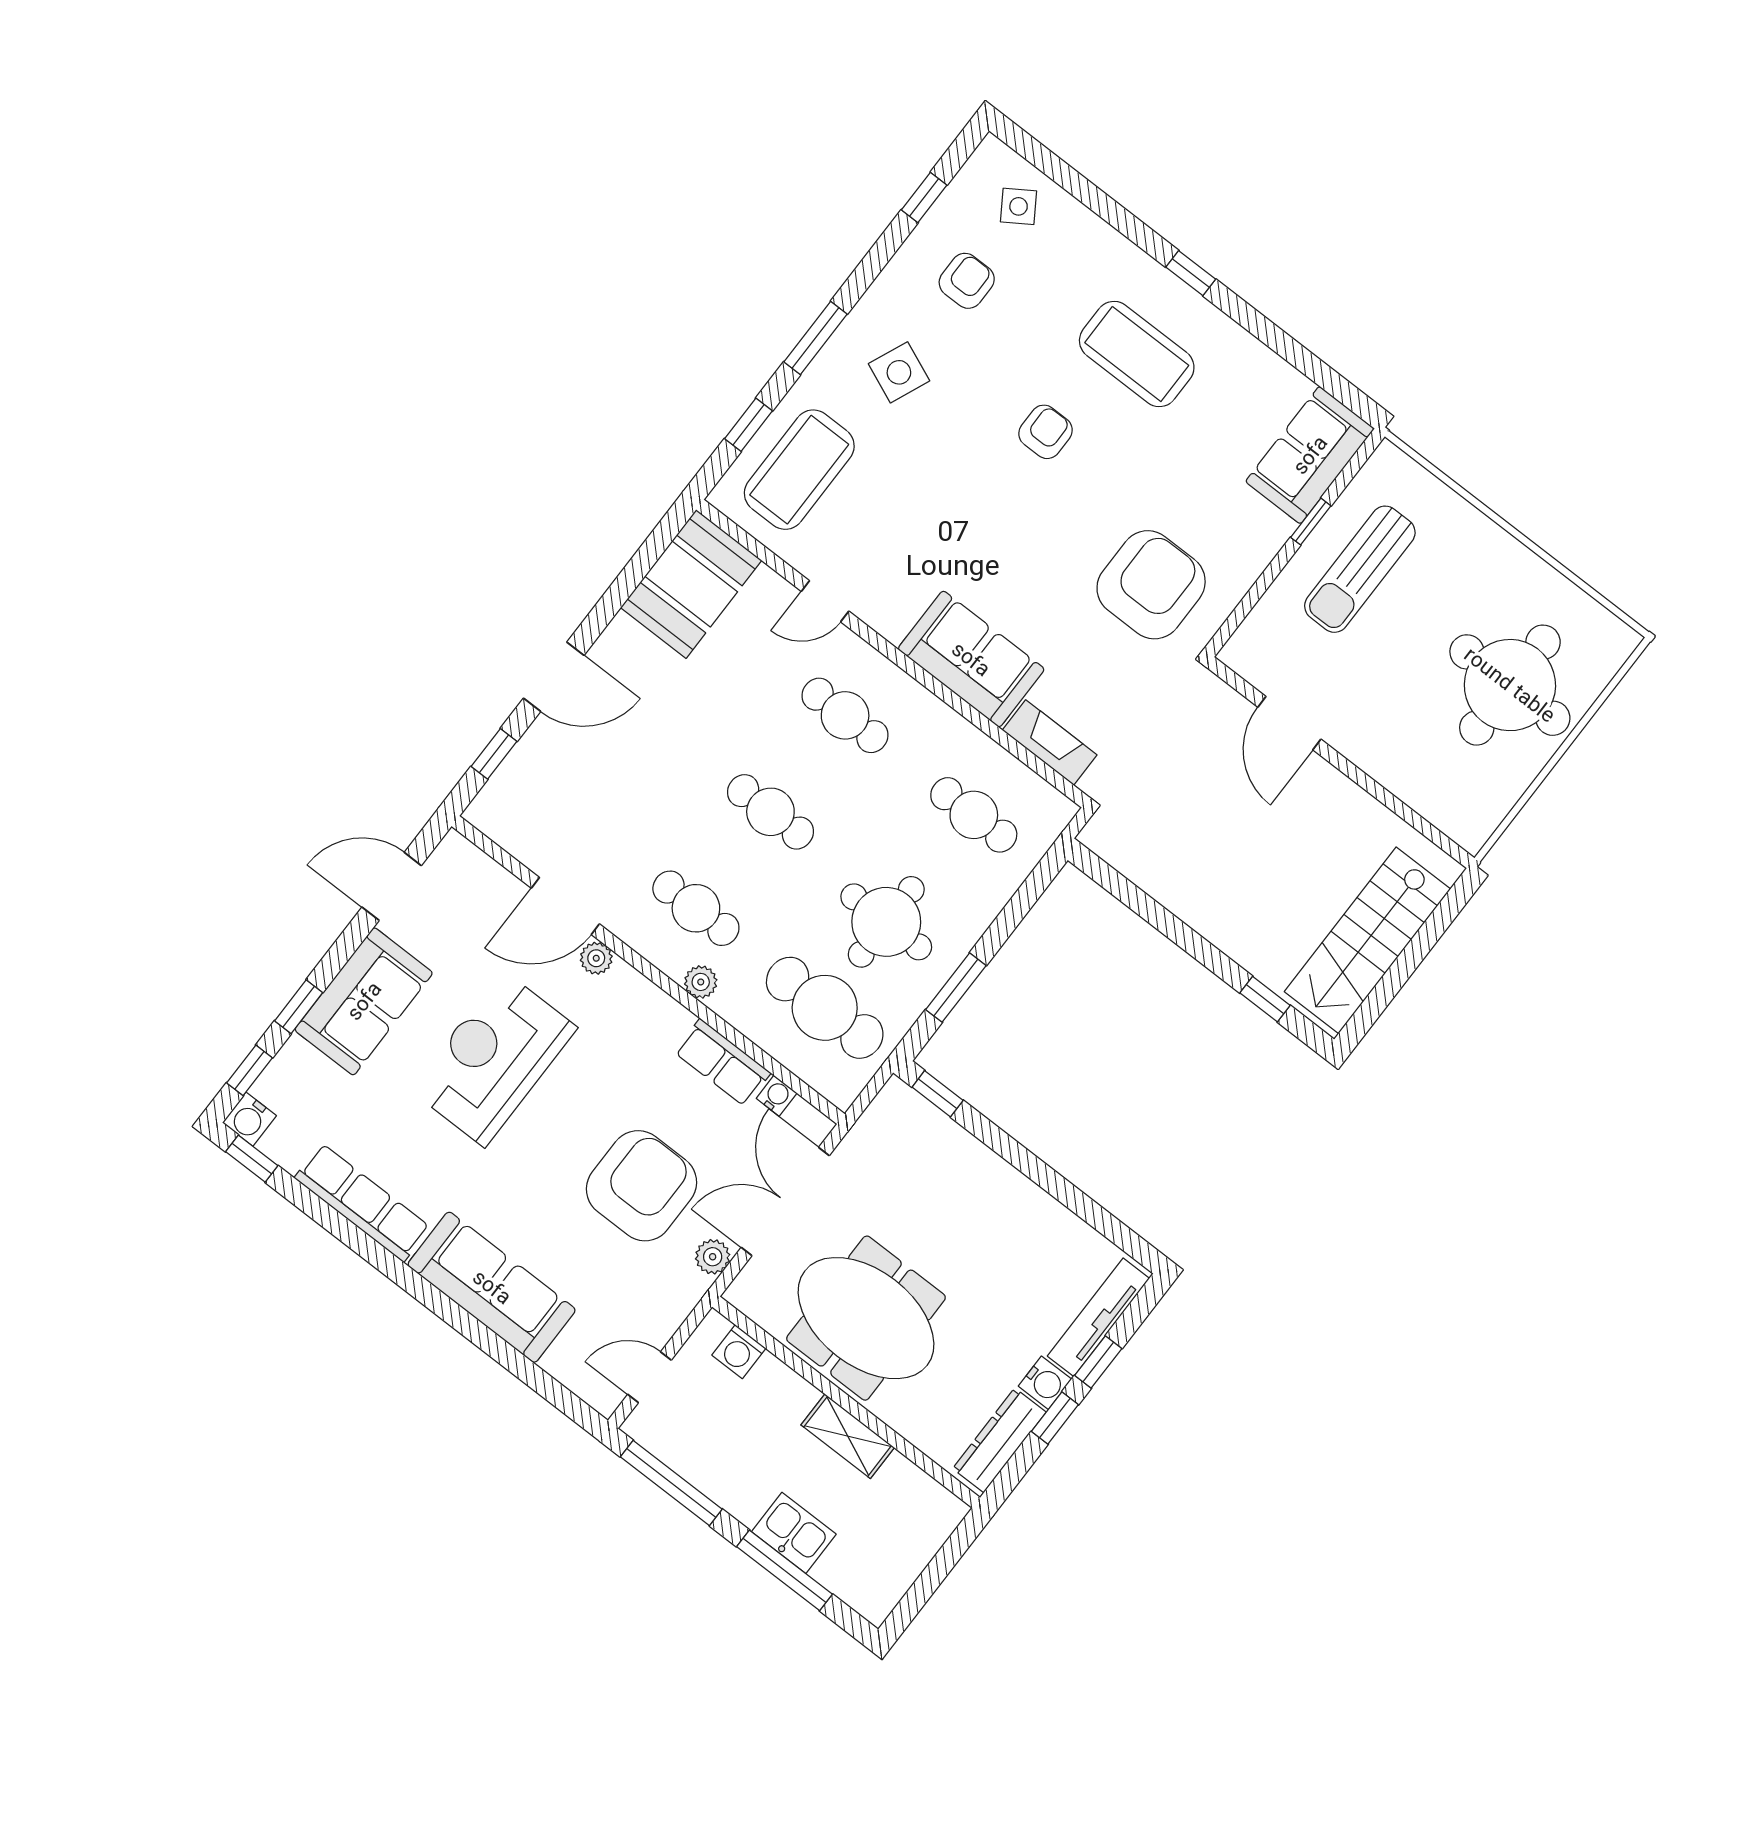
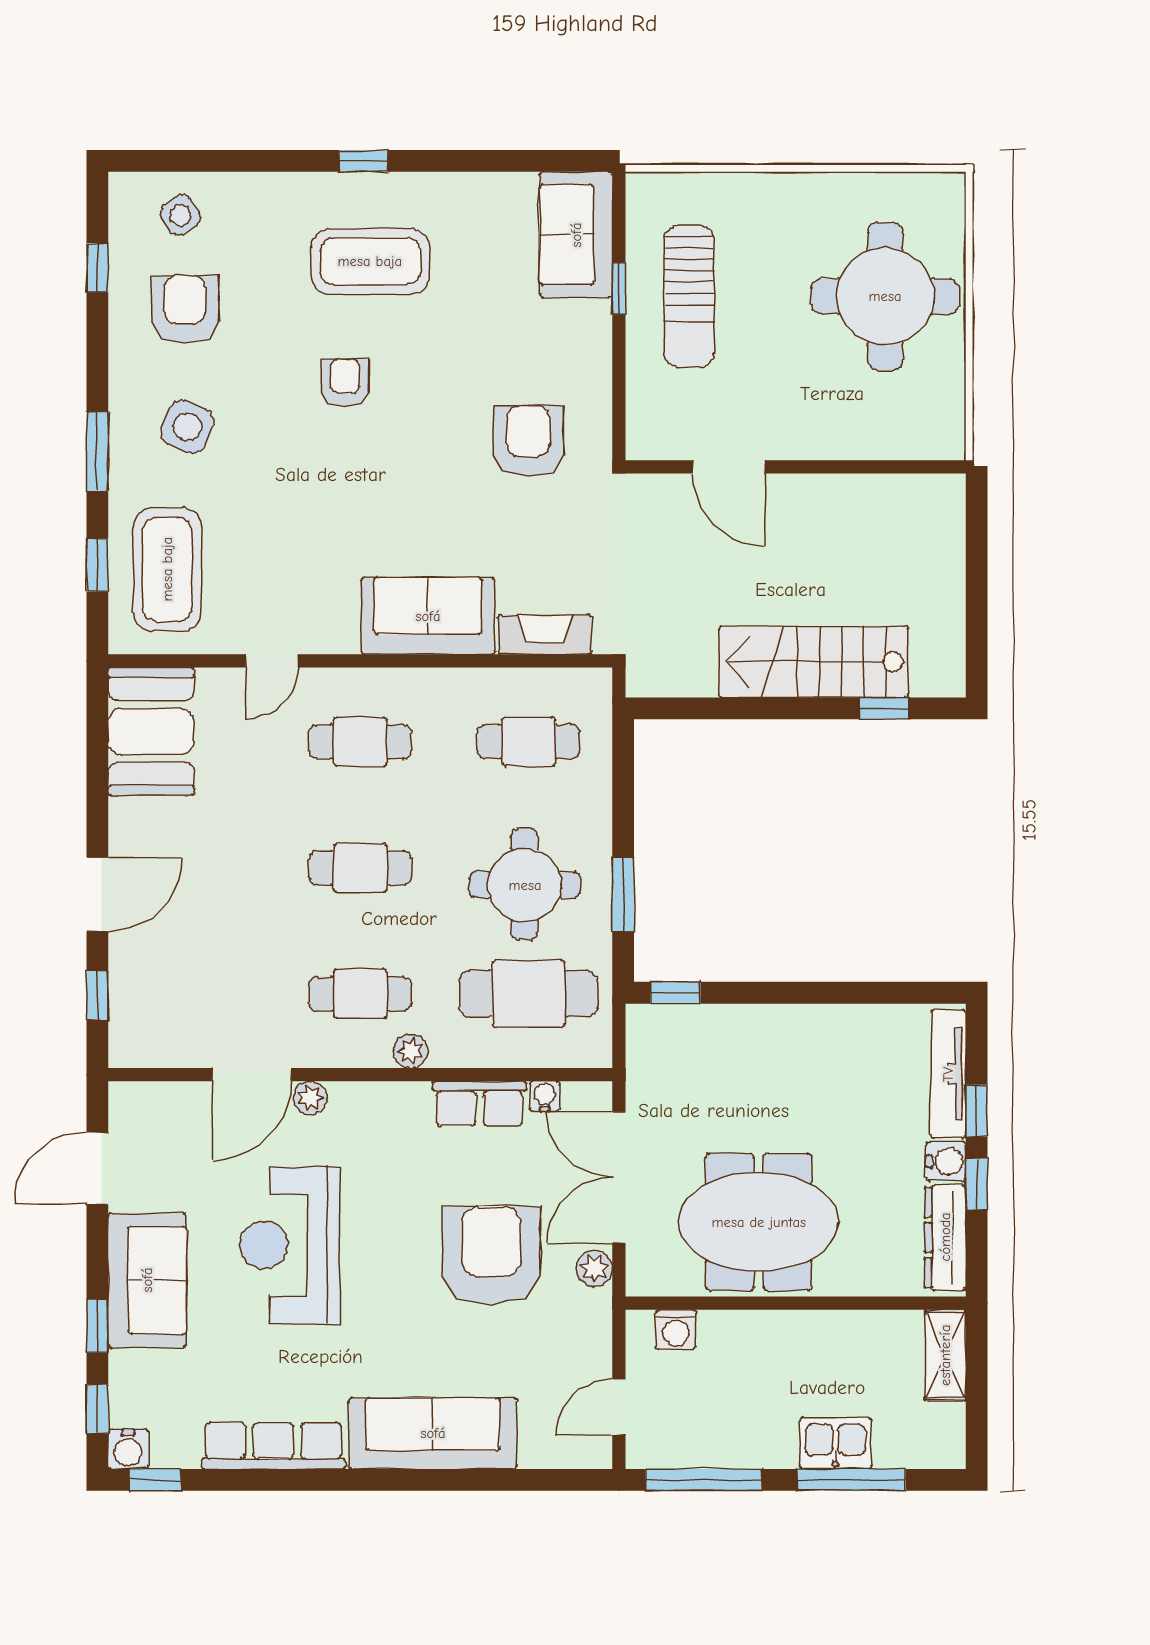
armchair: (967, 281) -> (185, 309), width x1.38, depth x1.38
armchair: (1151, 585) -> (528, 441), width x0.73, depth x0.73
stairs: (1367, 940) -> (814, 662), moved, turned 90
shelving: (848, 1436) -> (945, 1355), moved, turned 90

